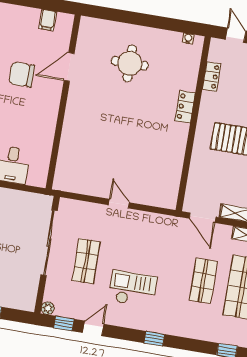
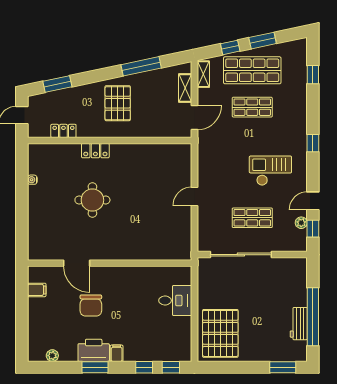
water cooler: (188, 39) -> (32, 180), moved
round table: (130, 63) -> (92, 200), moved
checkout: (133, 289) -> (270, 171), turned 90
plant: (48, 308) -> (301, 223), moved
door: (93, 328) -> (313, 201), hinge flipped

